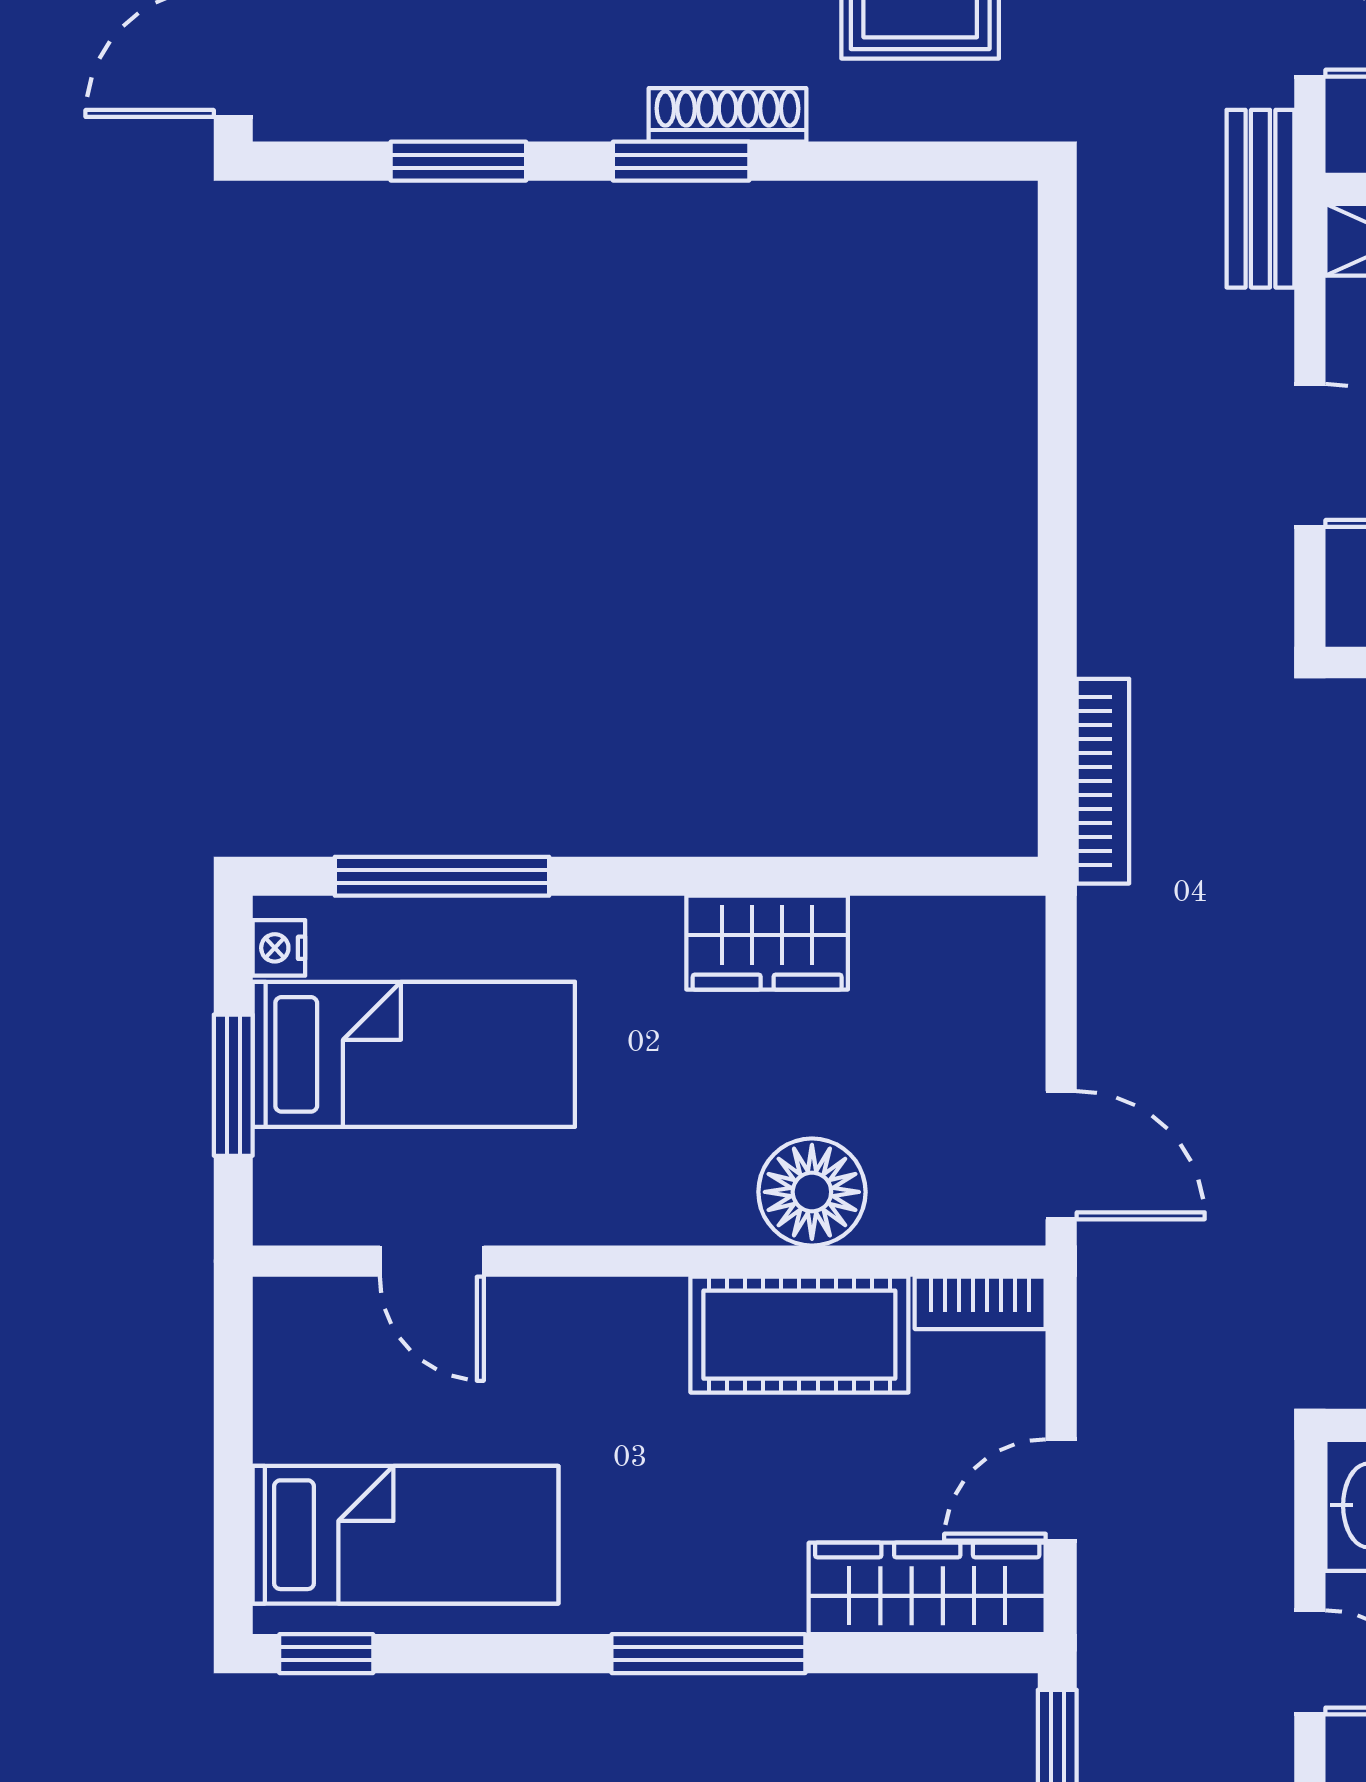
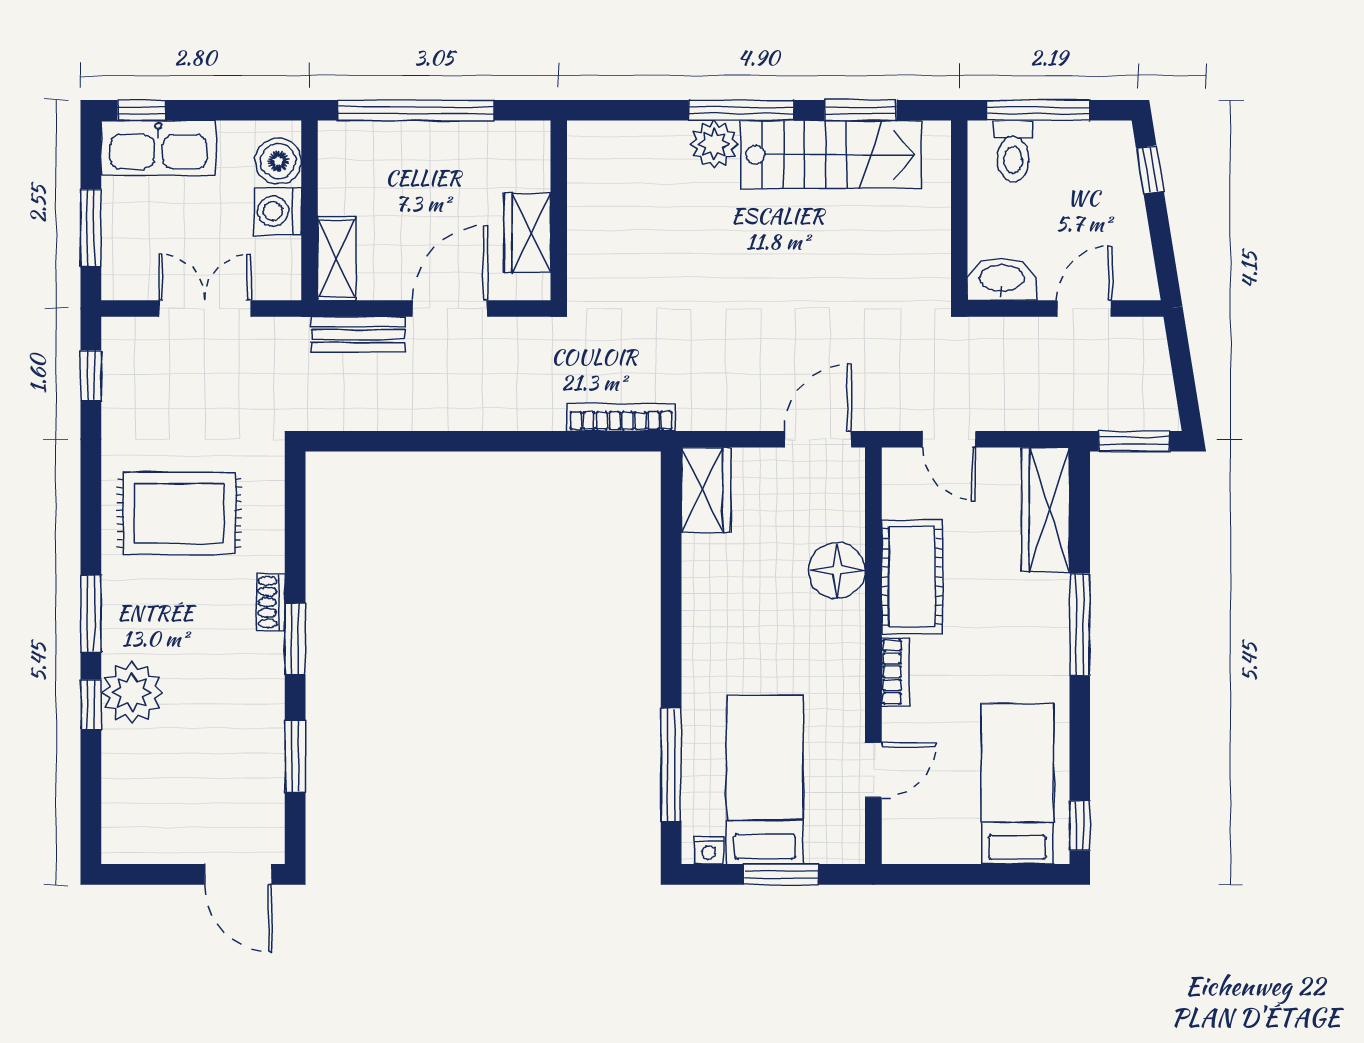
shoe rack: (728, 115) -> (271, 602), width x0.70
bench: (1260, 199) -> (358, 334), moved
wardrobe: (767, 943) -> (706, 490), moved
bookcase: (980, 1303) -> (895, 672), moved
door: (1061, 1490) -> (949, 439), moved

